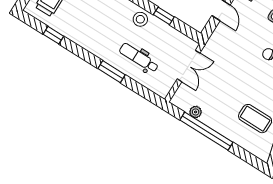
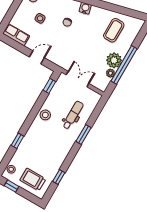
window: (164, 16) -> (49, 86), moved
dental chair: (139, 58) -> (73, 115), turned 180
plant: (213, 118) -> (114, 60), added

